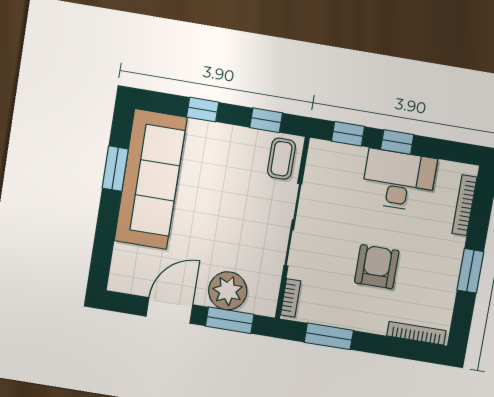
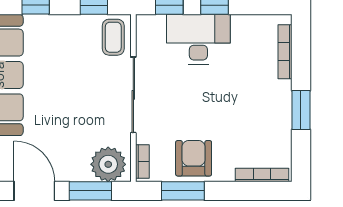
desk: (399, 180) -> (198, 39), moved
armchair: (377, 267) -> (194, 158), moved
plant: (228, 291) -> (108, 164), moved
door: (169, 310) -> (34, 191), hinge flipped

